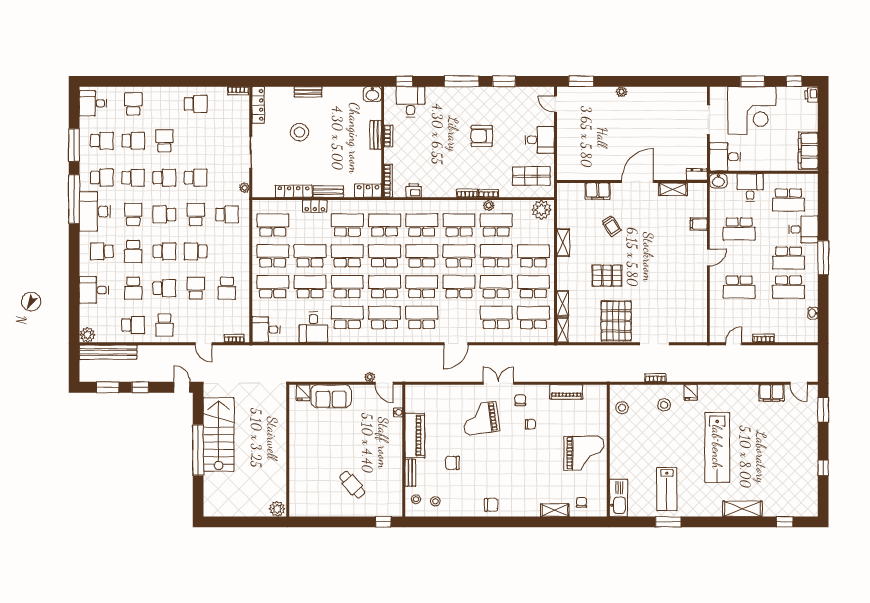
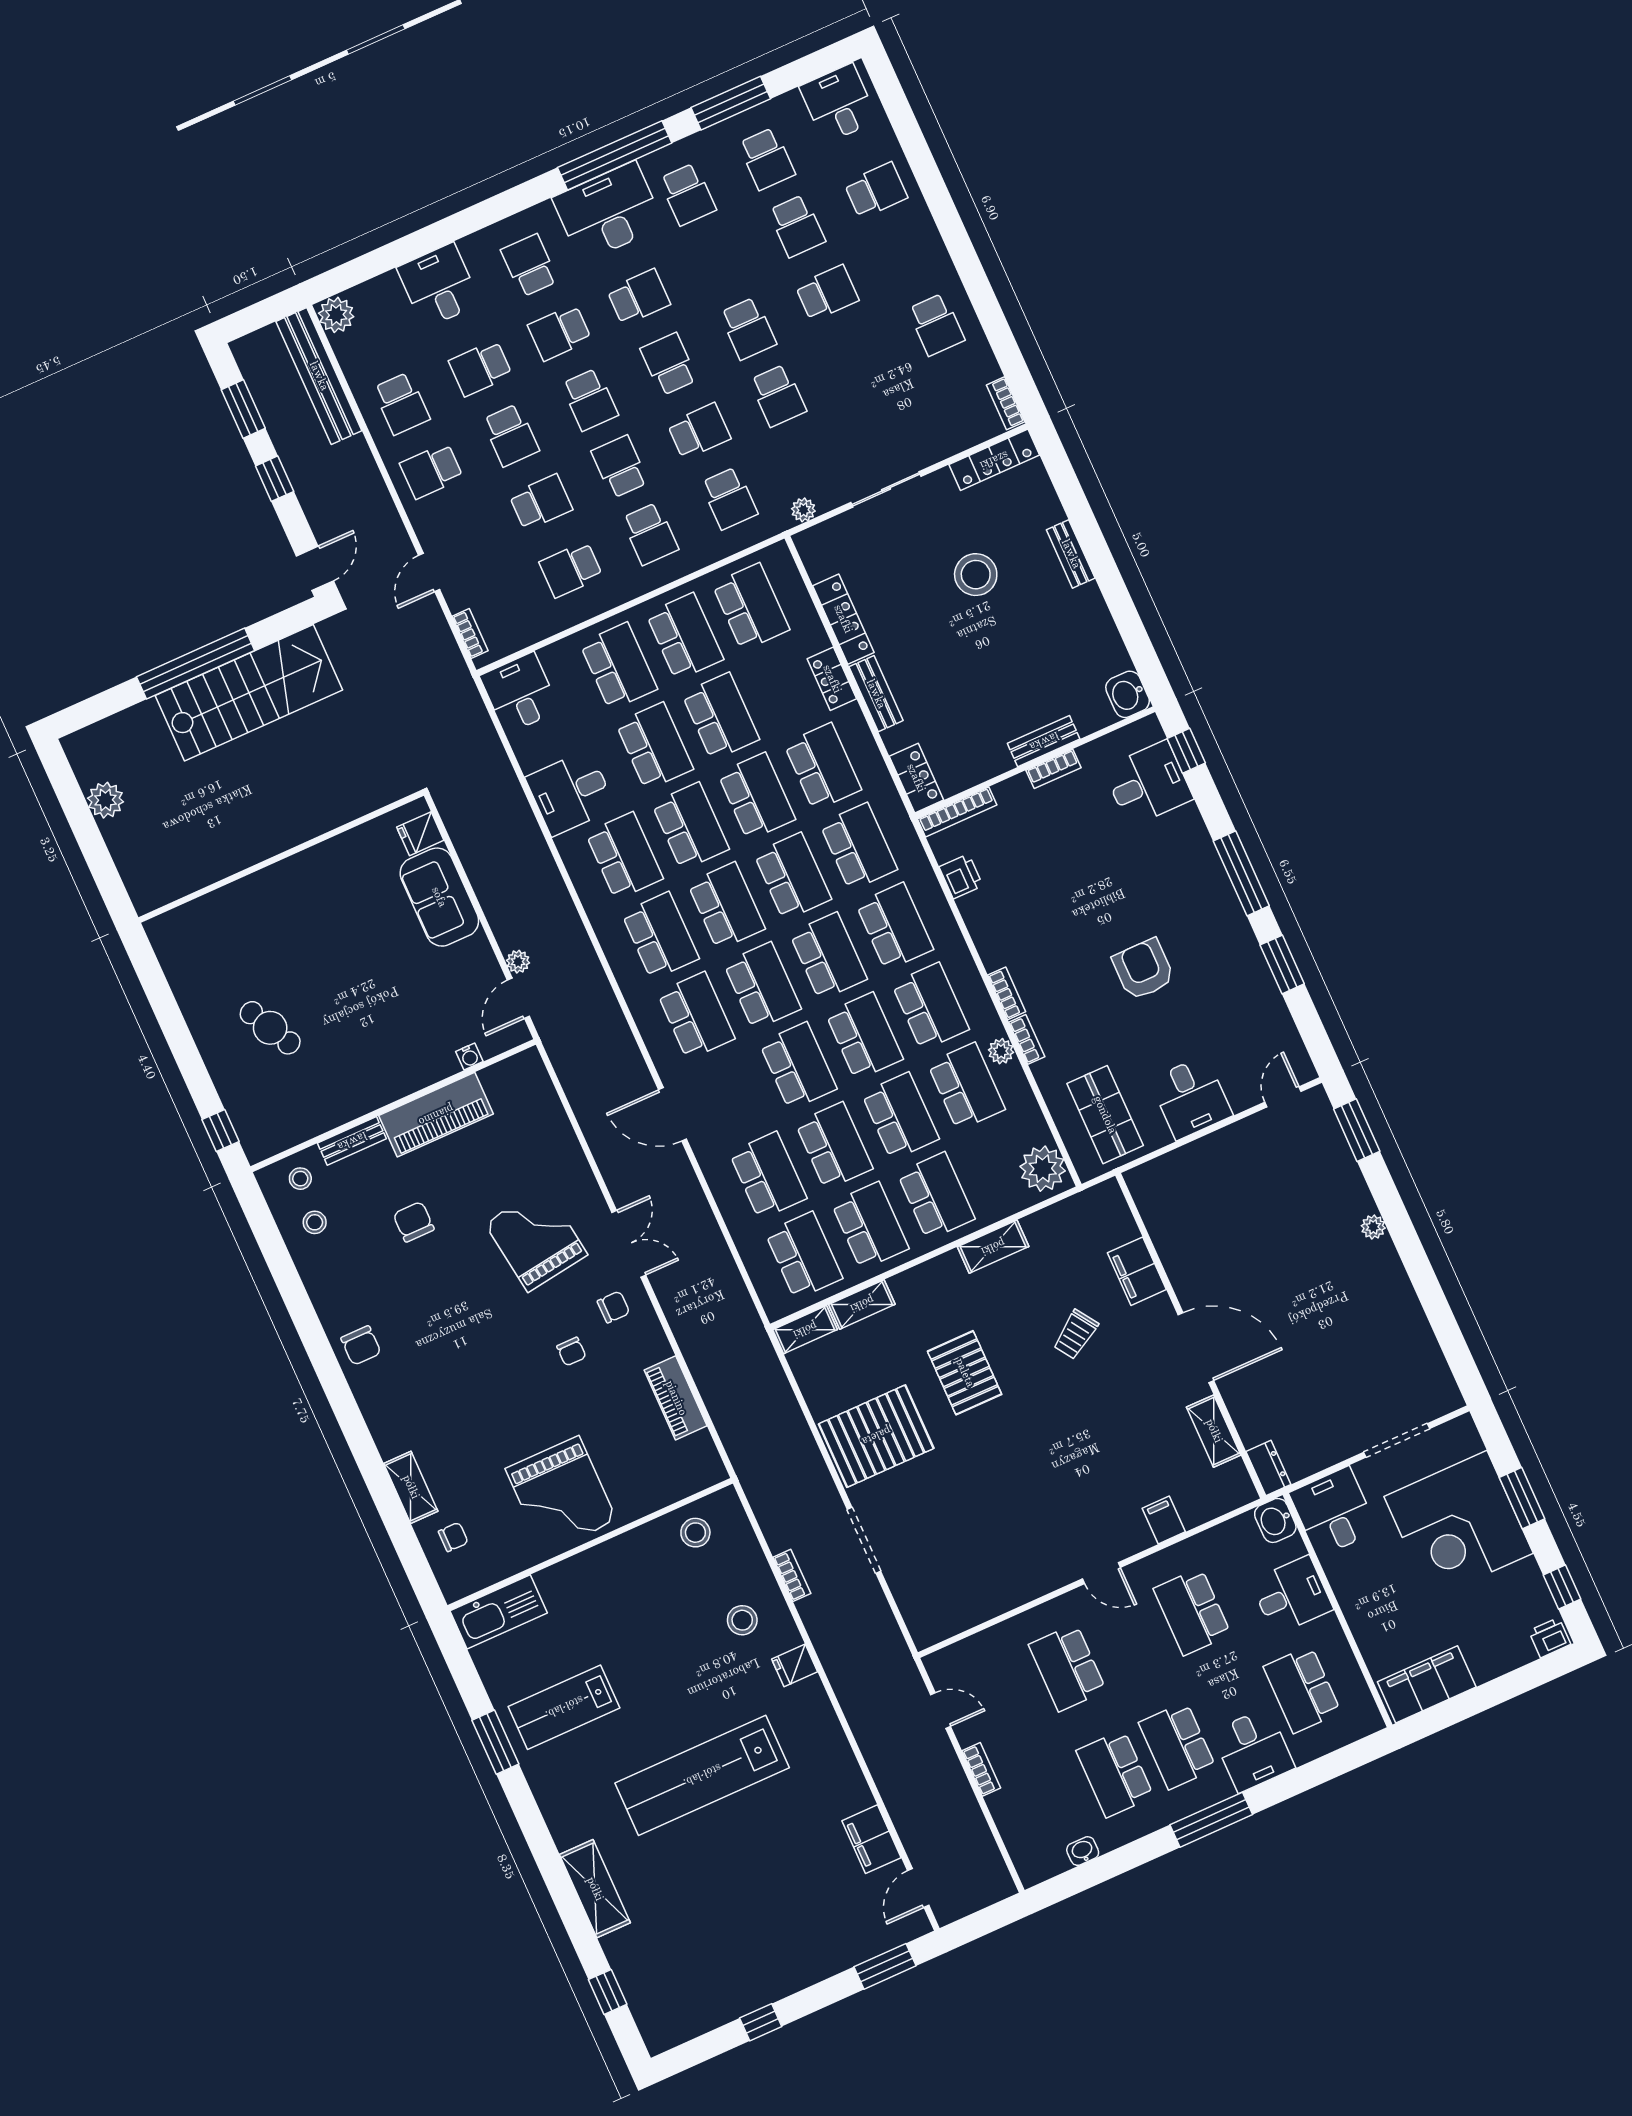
school desk: (133, 178) -> (650, 534), moved
cafe table: (352, 485) -> (270, 1028), turned -76
plant: (277, 509) -> (105, 800), moved

